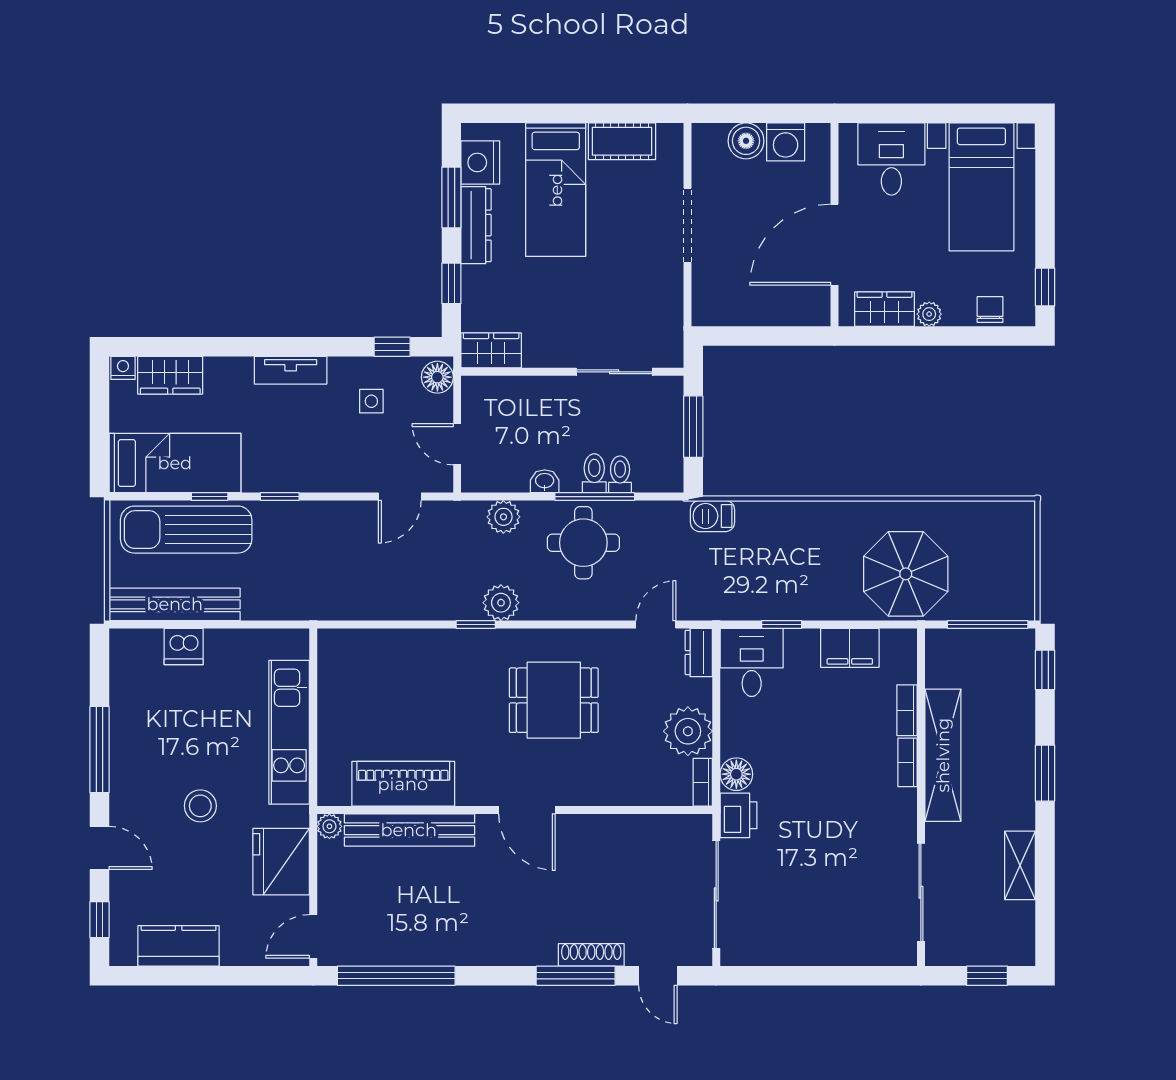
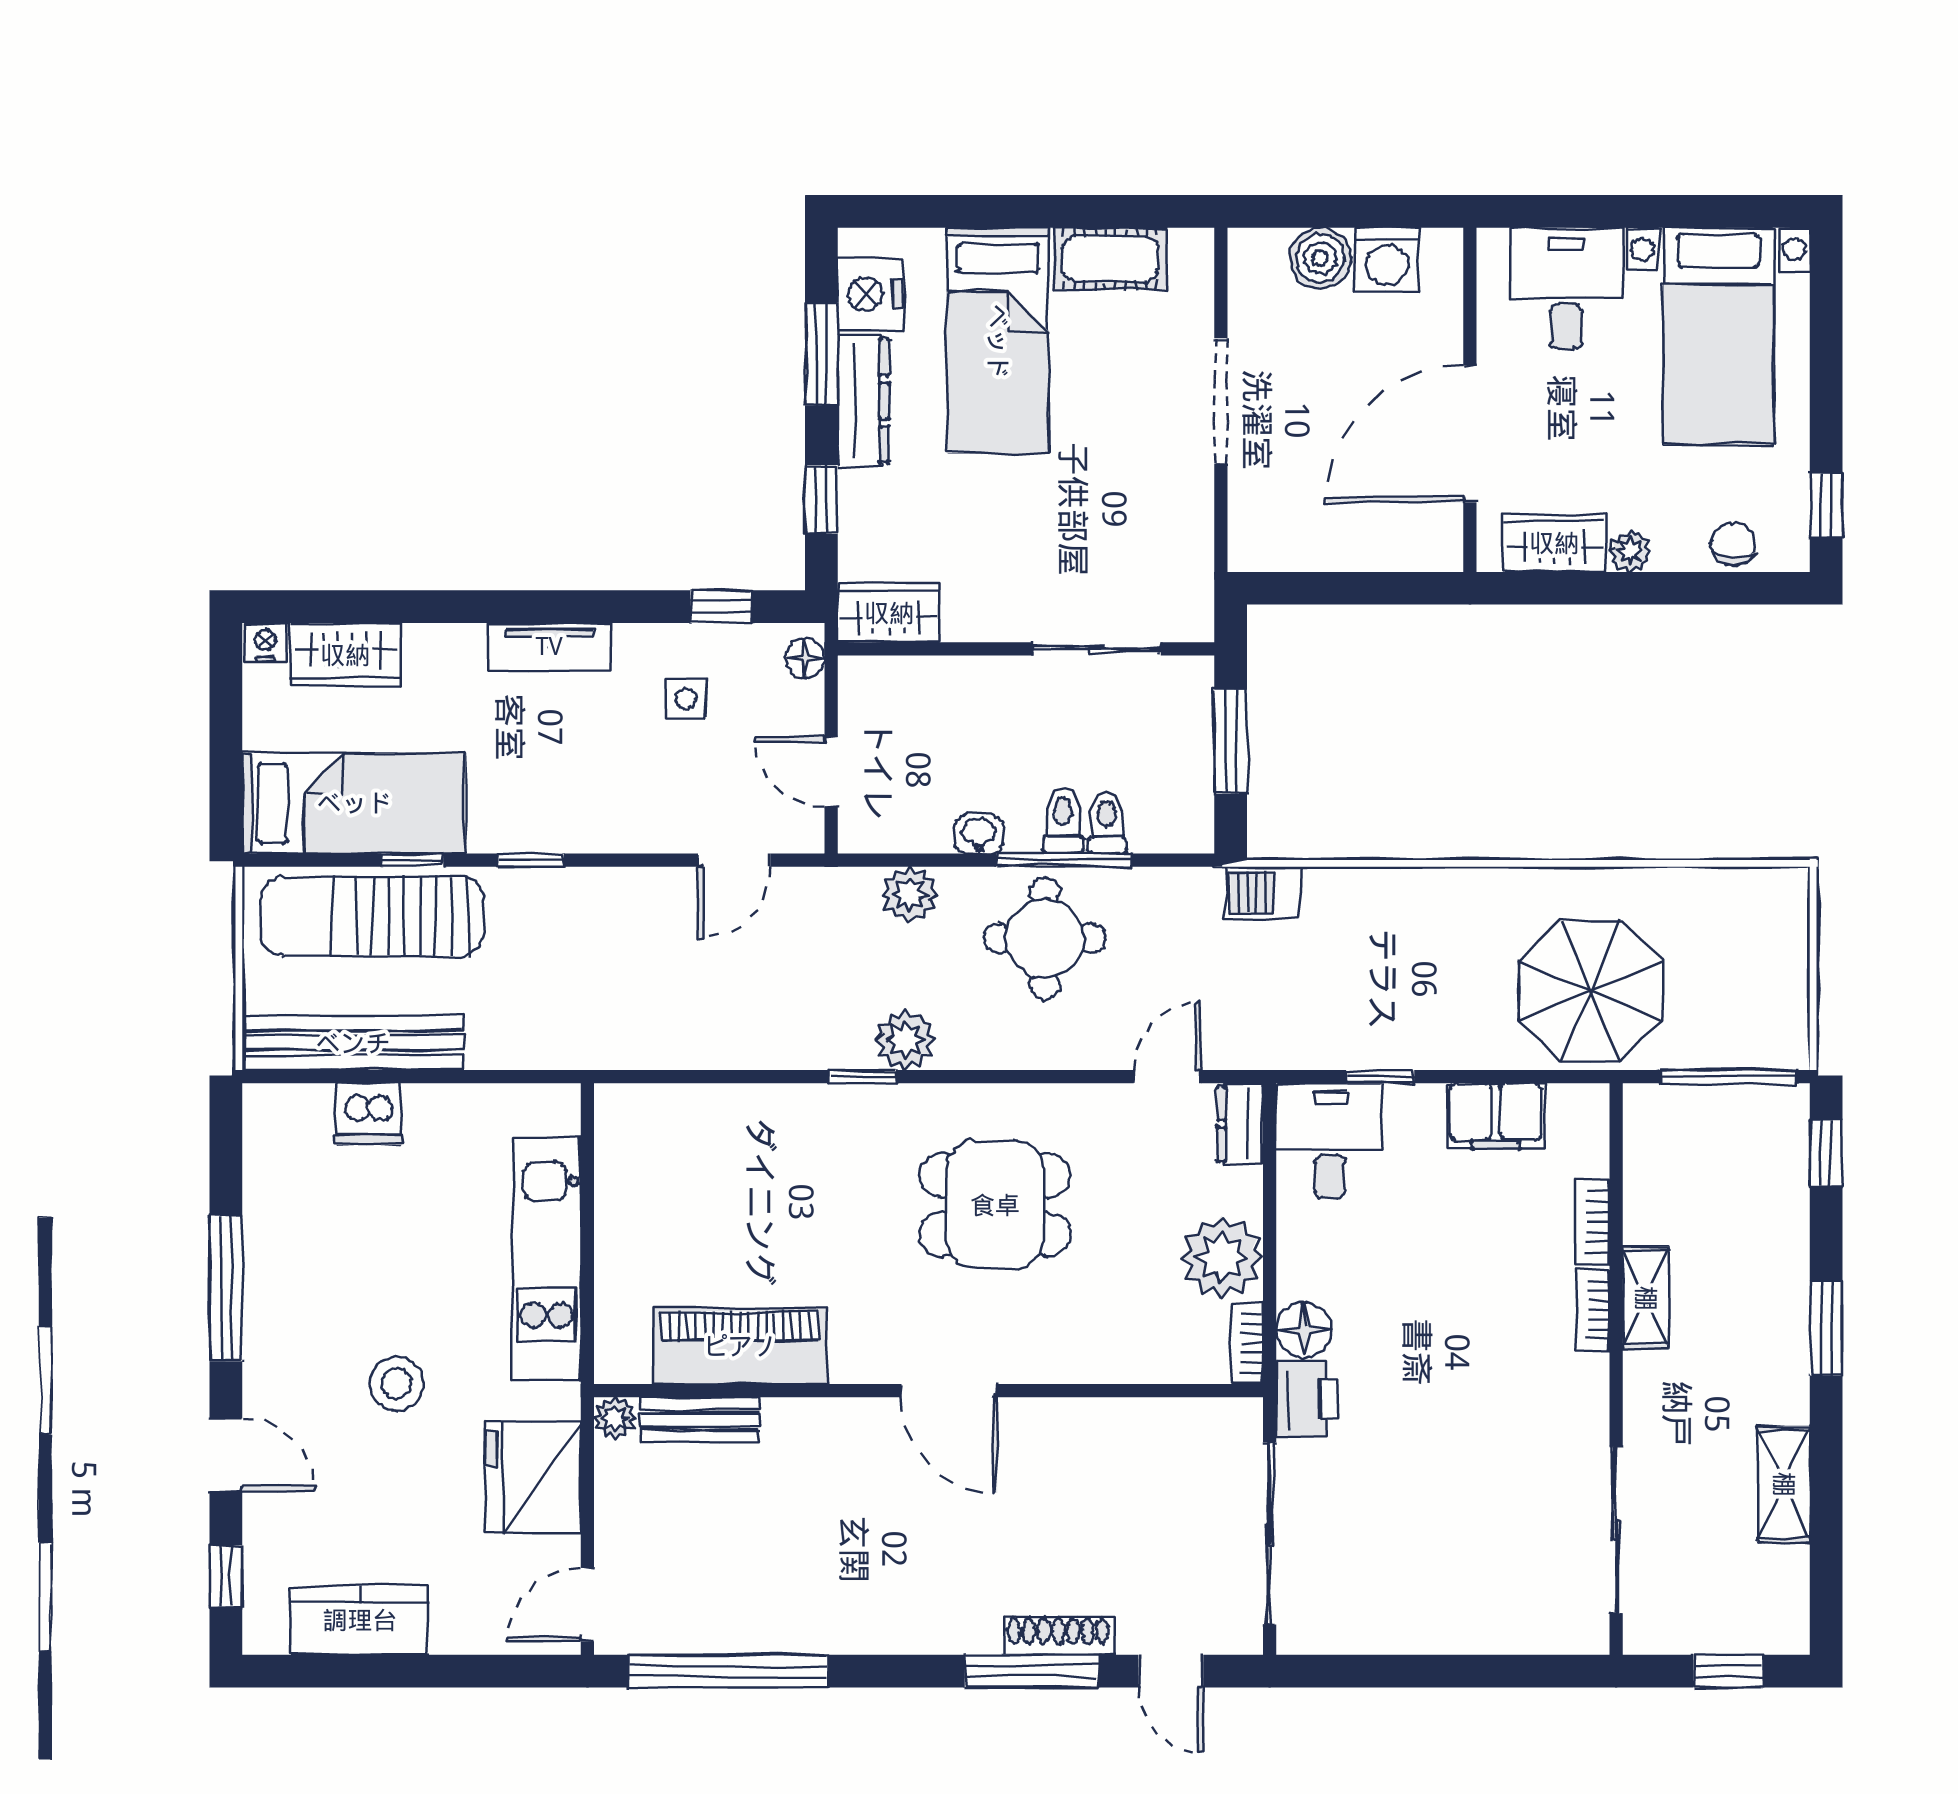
floor lamp: (437, 377) -> (805, 658), width x0.73, depth x0.73
shelving: (943, 755) -> (1646, 1298), width x0.45, depth x0.75
bench: (409, 830) -> (699, 1420), width x0.54, depth x0.82

